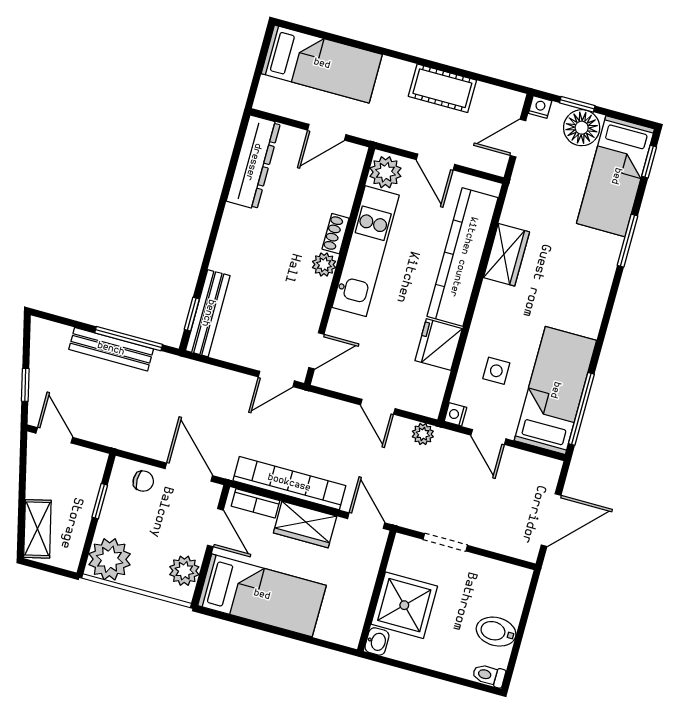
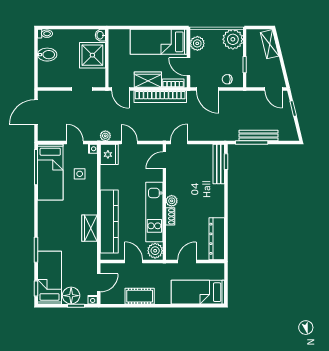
fridge: (439, 345) -> (109, 154), moved

